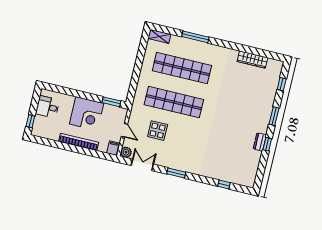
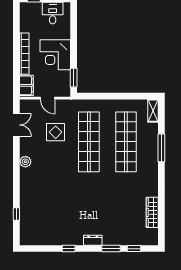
window: (274, 116) -> (111, 249), moved
door: (124, 130) -> (48, 98), hinge flipped
dresser: (260, 142) -> (93, 240), moved
filing cabinet: (113, 148) -> (26, 85), width x2.00
plant: (126, 152) -> (25, 162), moved
window: (176, 173) -> (16, 162), removed

